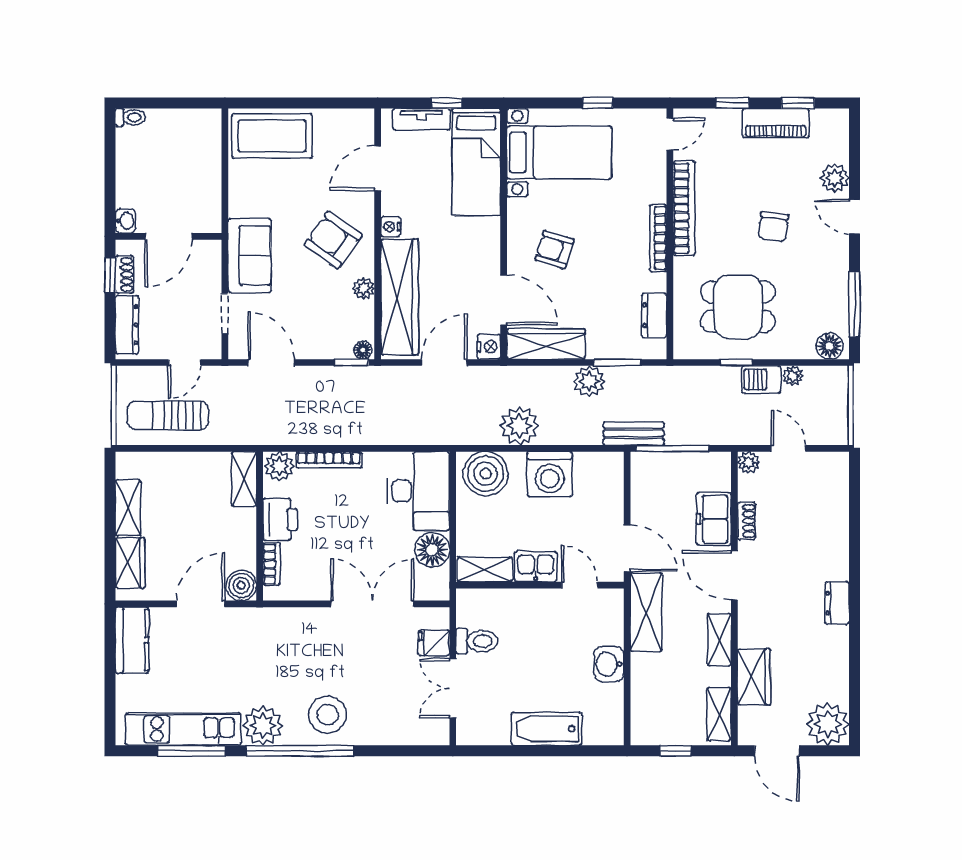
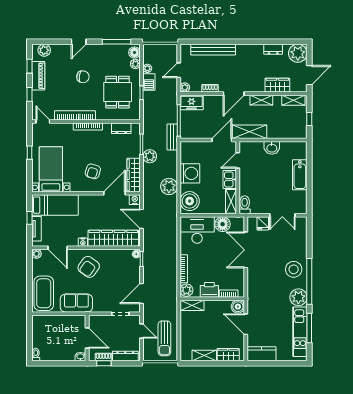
plant: (835, 178) -> (44, 50), moved
sofa: (250, 256) -> (76, 303), moved
plant: (364, 288) -> (36, 254), moved
plant: (803, 348) -> (135, 64), added
freezer: (714, 519) -> (192, 102), moved
bench: (836, 528) -> (213, 50), added
dresser: (837, 603) -> (273, 49), moved
toilet: (477, 641) -> (245, 205), moved

